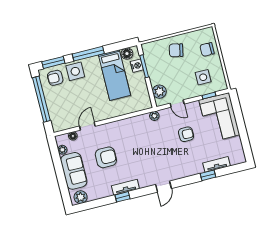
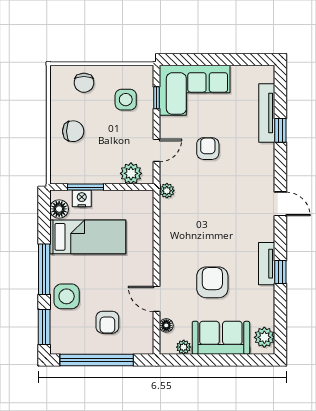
chair: (176, 50) -> (73, 131), turned -102
armchair: (55, 78) -> (107, 322), moved
tv unit: (216, 164) -> (267, 113), width x1.41

